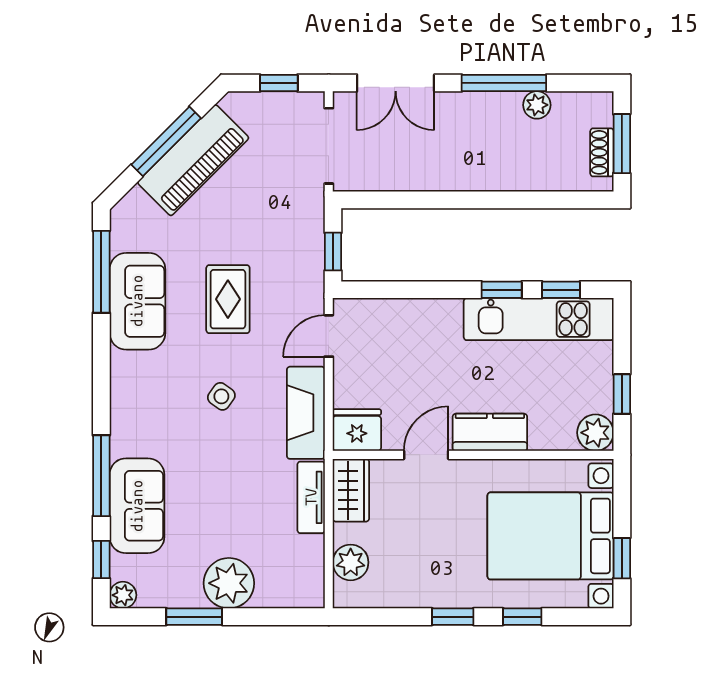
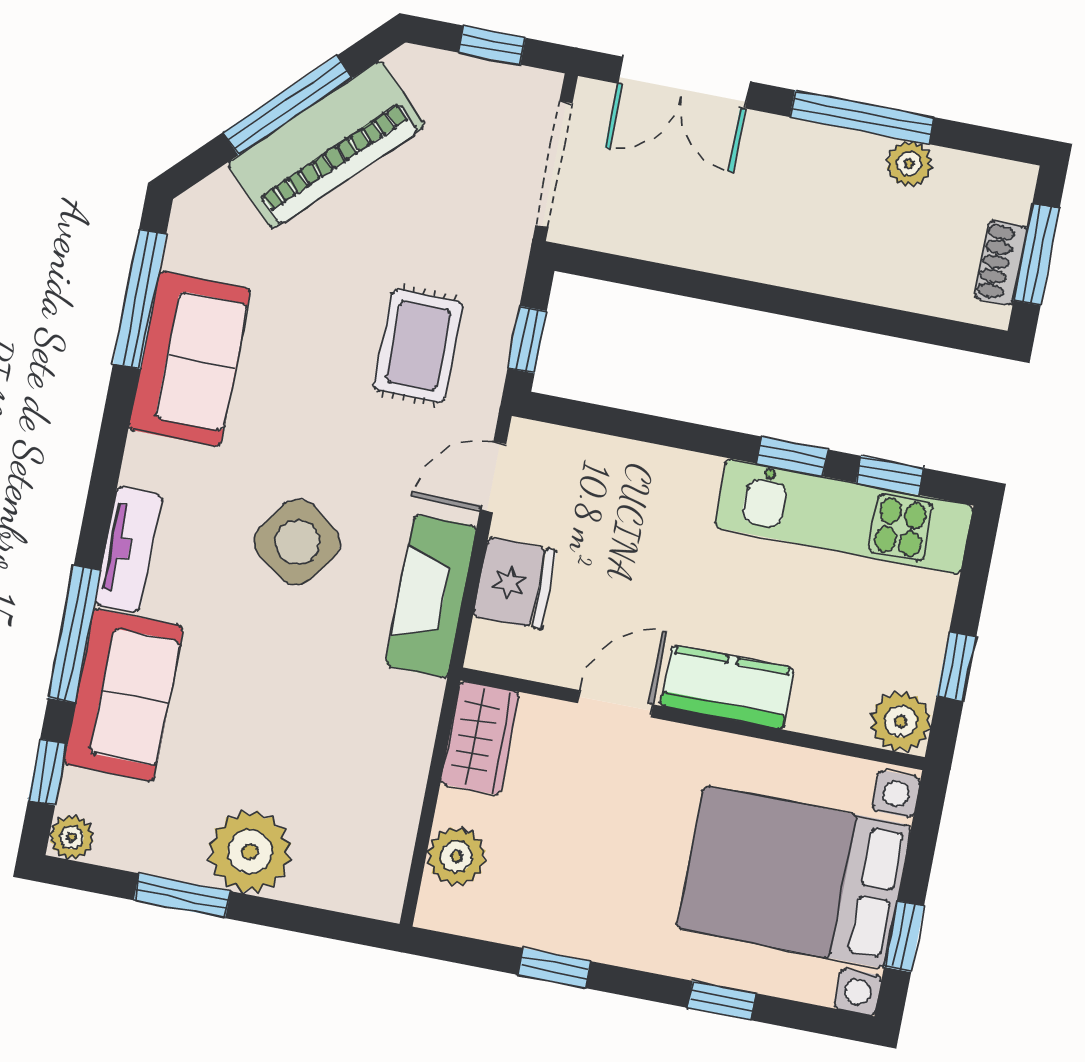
rug: (228, 299) -> (419, 346), moved
side table: (221, 396) -> (297, 542), width x1.87, depth x1.87
fridge: (357, 430) -> (515, 583), moved, turned 90
tv unit: (311, 497) -> (128, 549), moved, turned 180
window: (453, 617) -> (554, 968), moved

